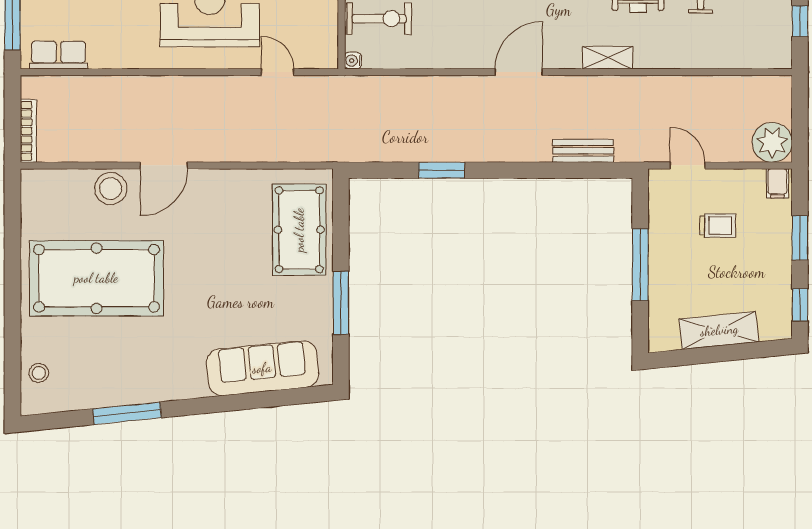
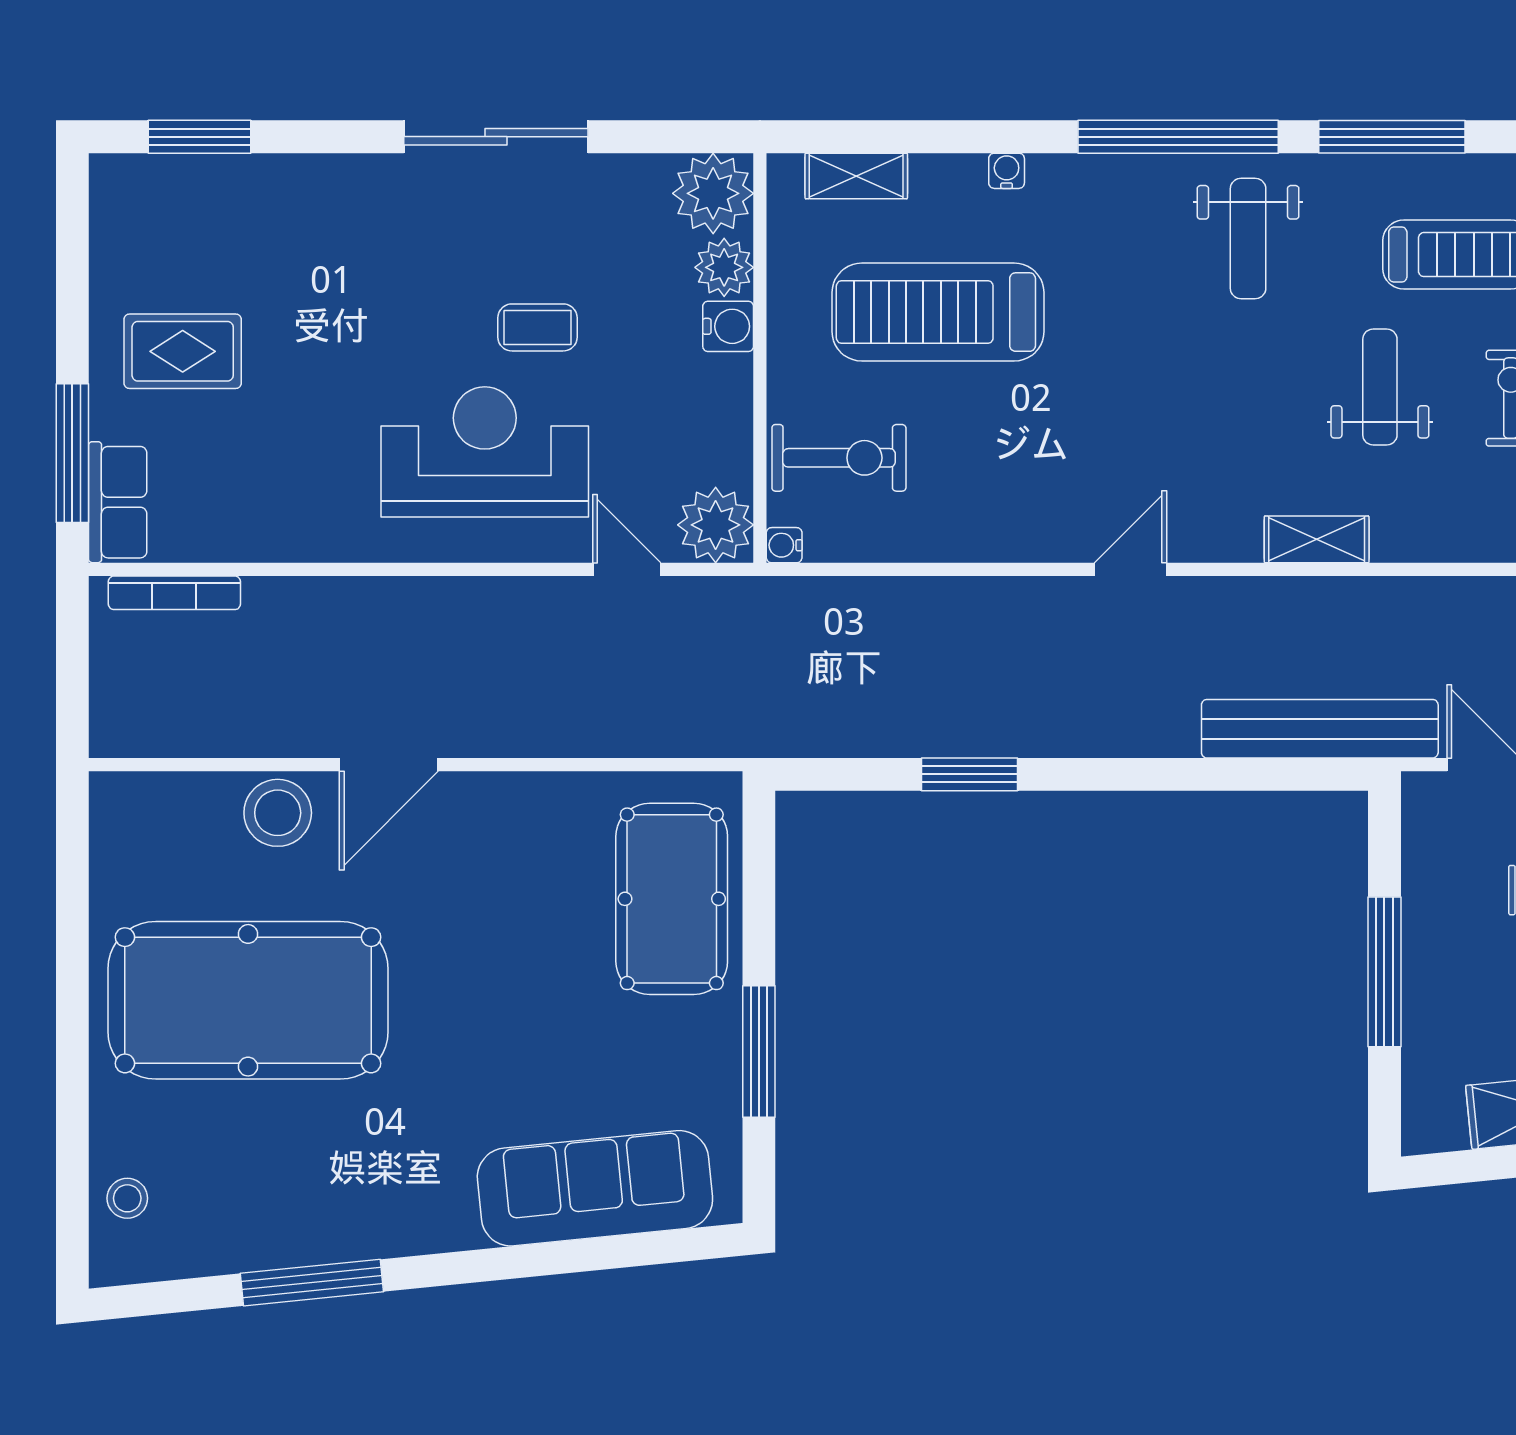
plant: (320, 51) -> (716, 525), added
row of seats: (59, 55) -> (118, 502), moved, turned 90
door: (519, 72) -> (1131, 569), width x0.73
bookcase: (28, 131) -> (174, 593), moved, turned 90
bench: (583, 151) -> (1320, 729), width x1.86, depth x1.21

